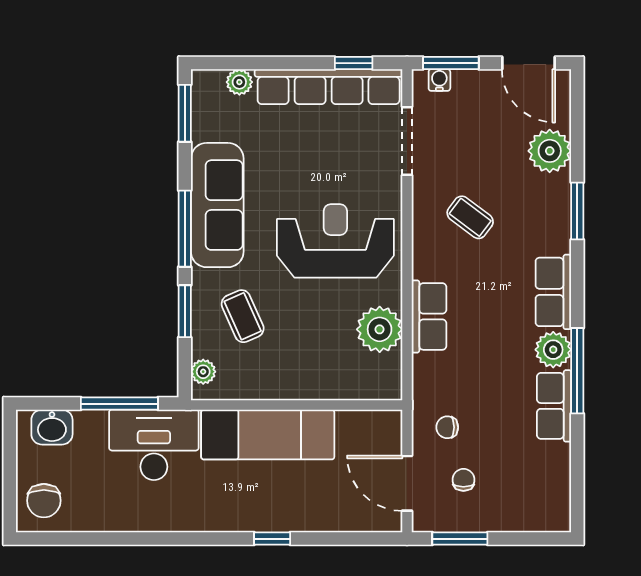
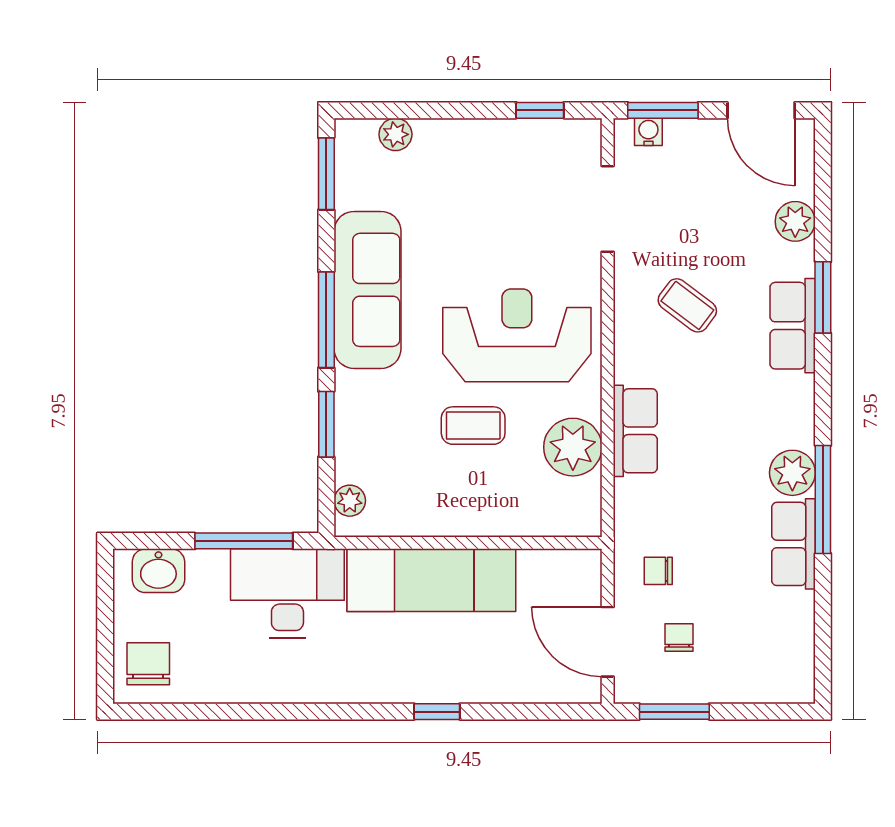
row of seats: (329, 87) -> (508, 140), removed
plant: (550, 151) -> (795, 221), width x0.73, depth x0.73
row of seats: (553, 292) -> (793, 326), moved
coffee table: (243, 316) -> (473, 426), moved, turned -66
chair: (44, 501) -> (148, 664), turned 180

